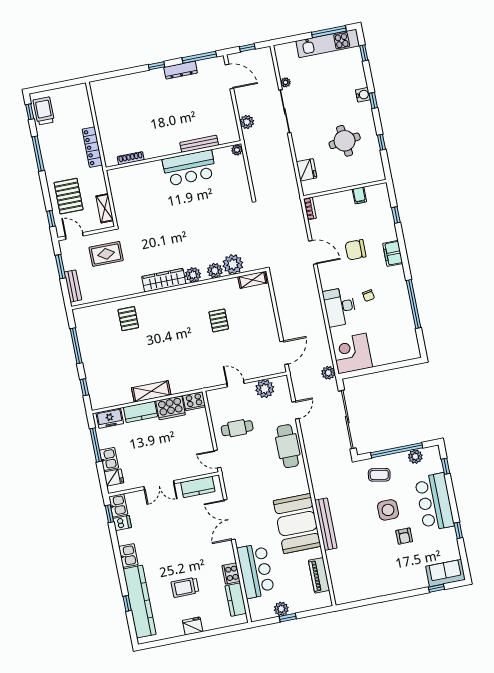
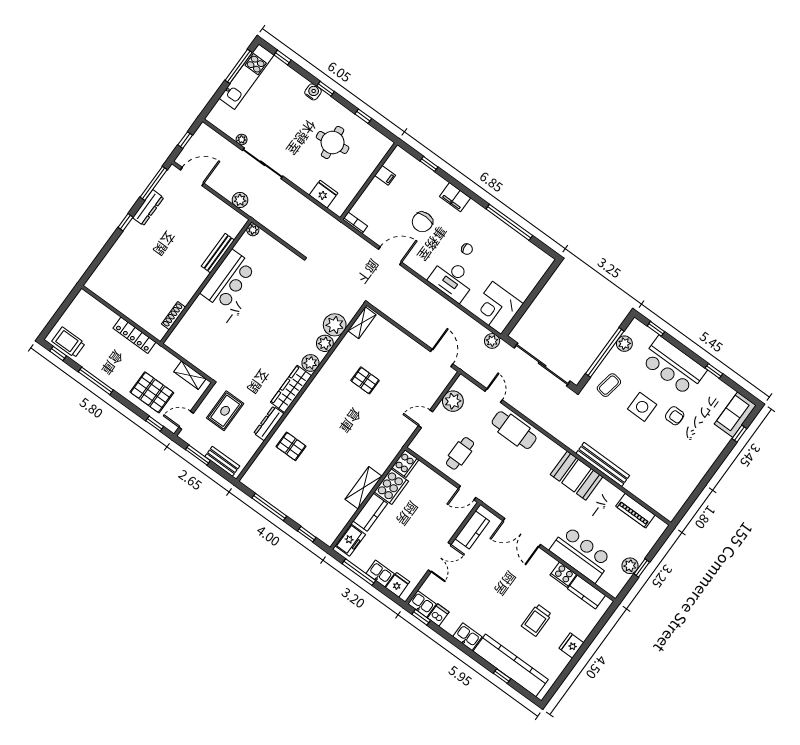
dresser: (128, 289) -> (269, 423), added
booth: (297, 524) -> (576, 476), width x0.73, depth x0.70

